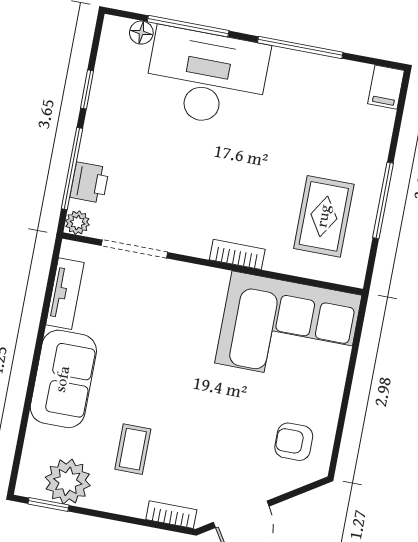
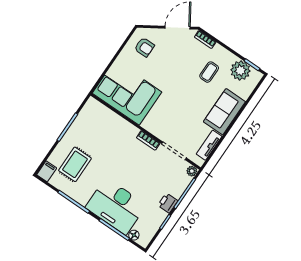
printer: (90, 183) -> (168, 203), moved
rug: (324, 216) -> (75, 164), moved
bookcase: (237, 254) -> (148, 140), moved

